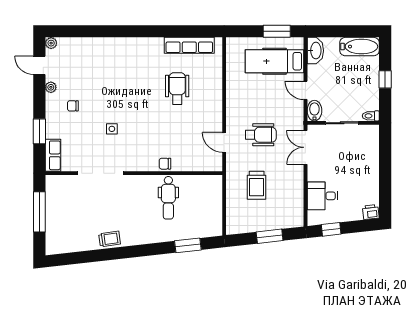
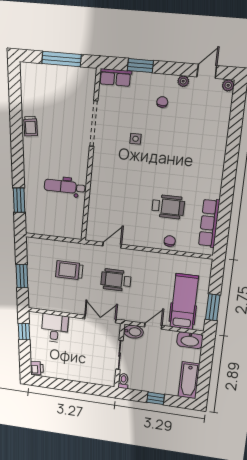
wheelchair: (261, 135) -> (116, 280), turned 90
chair: (165, 164) -> (170, 241), moved

